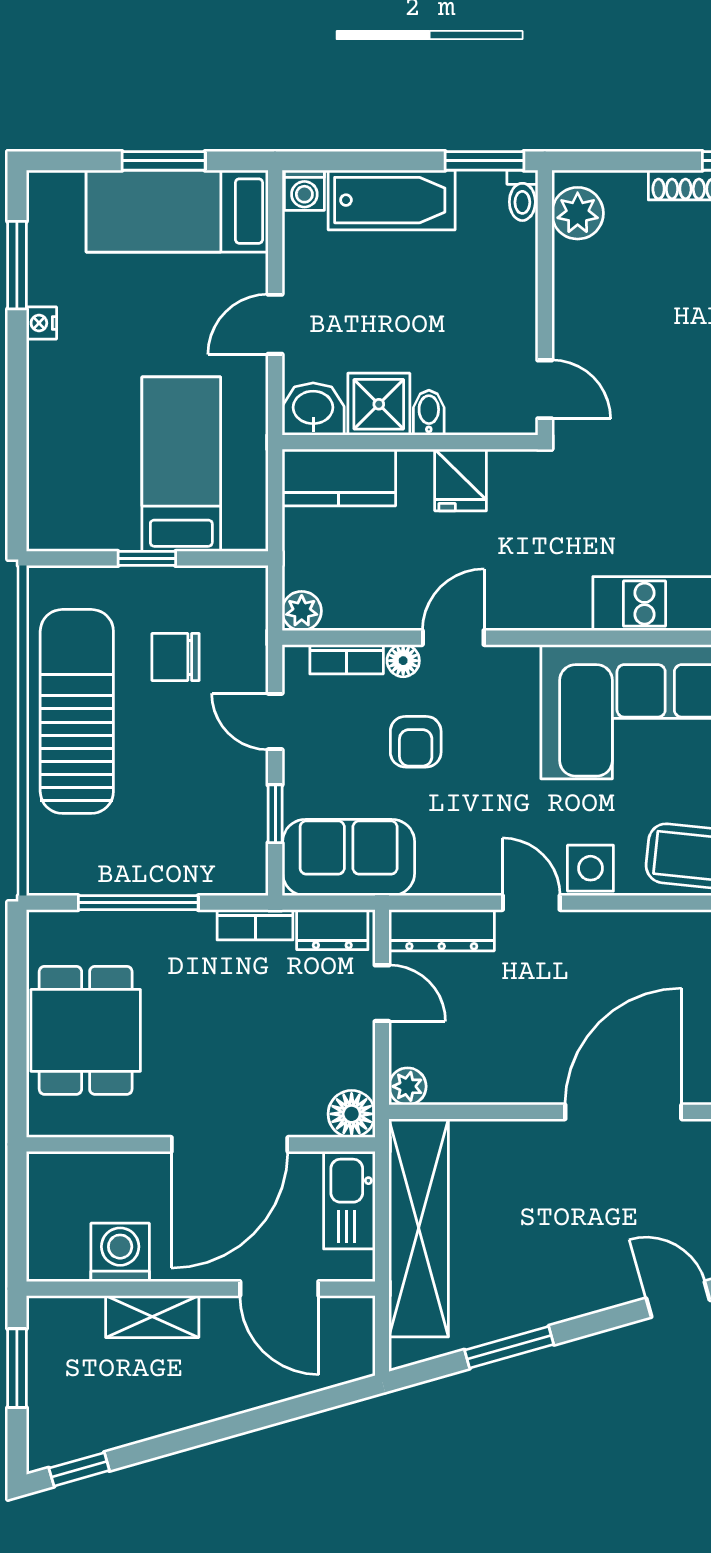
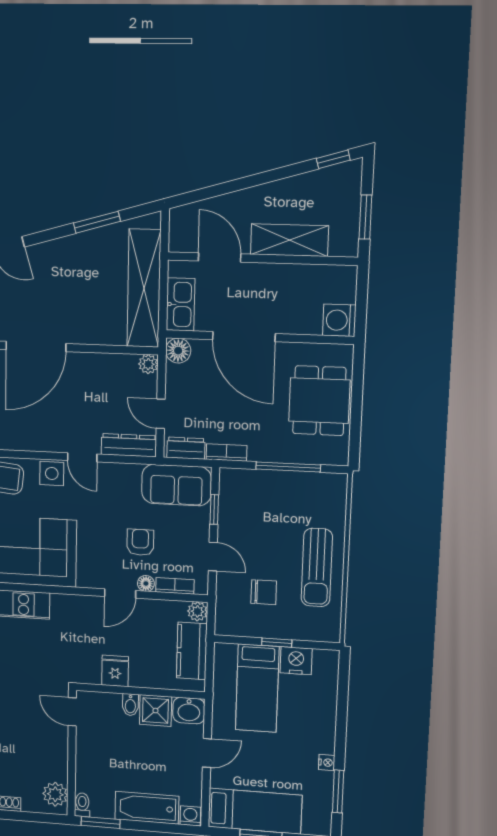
kitchen counter: (339, 478) -> (192, 651), moved, turned -90
nightstand: (109, 525) -> (296, 661), added
sun lounger: (77, 711) -> (317, 568), width x0.73, depth x0.75
door: (230, 1144) -> (244, 337), swing flipped
washing machine: (120, 1252) -> (339, 320), moved, turned 90
shelving: (152, 1317) -> (289, 240), width x1.50, depth x1.33

